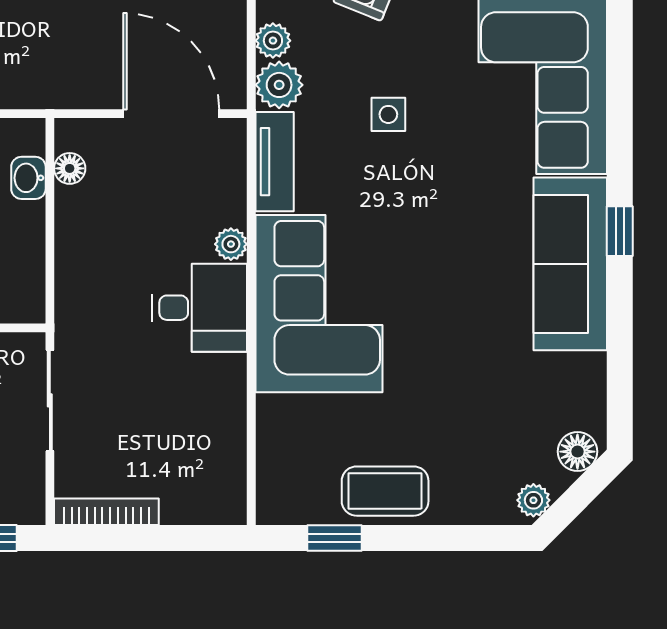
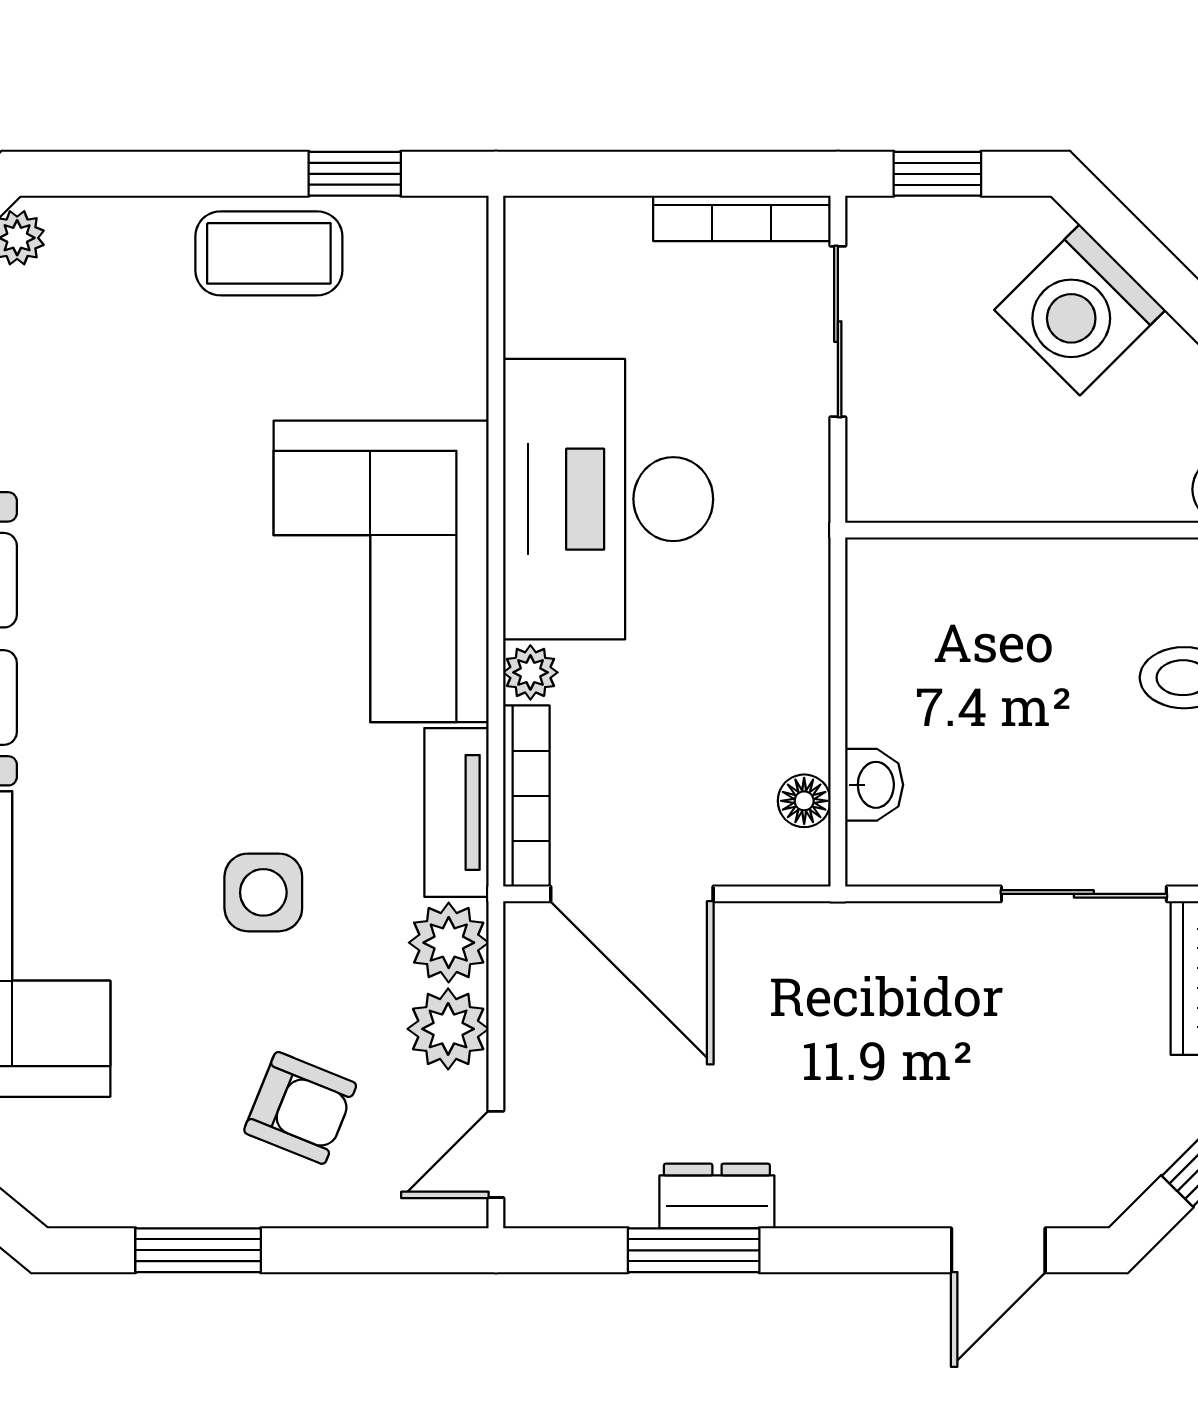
plant: (273, 41) -> (448, 1029), width x1.38, depth x1.38
side table: (388, 114) -> (263, 892), width x1.37, depth x1.37
bookcase: (233, 171) -> (526, 796), added
desk: (199, 308) -> (608, 499), width x1.87, depth x1.30
sliding door: (50, 400) -> (838, 332), moved

